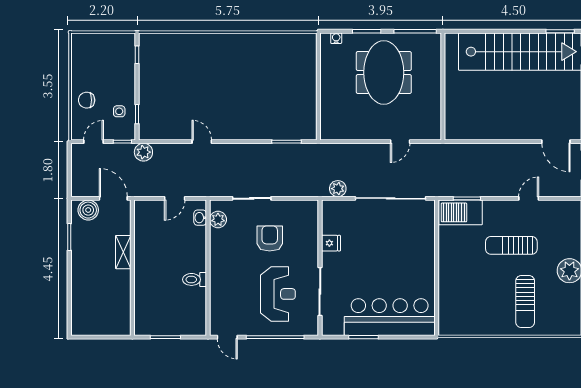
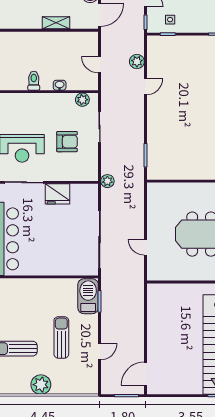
plant: (143, 152) -> (137, 62), moved
plant: (338, 189) -> (107, 181), moved
door: (529, 198) -> (100, 352), hinge flipped
washbasin: (200, 218) -> (60, 85), moved
fridge: (331, 243) -> (58, 194), width x1.88, depth x1.34

